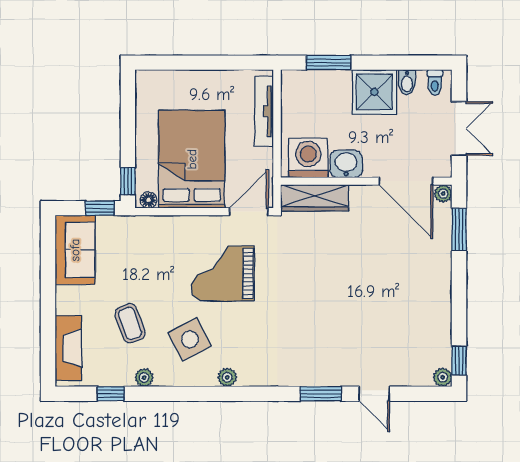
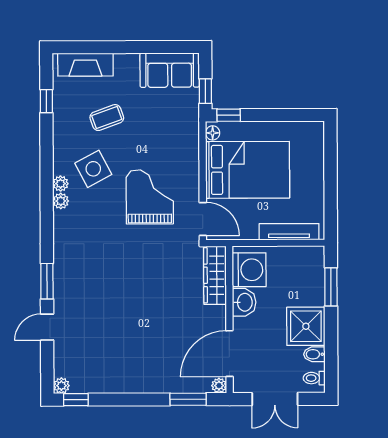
plant: (144, 378) -> (61, 184), moved

